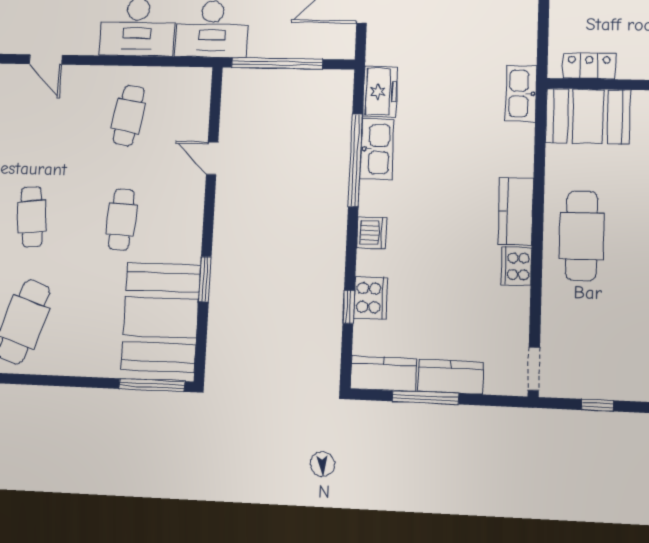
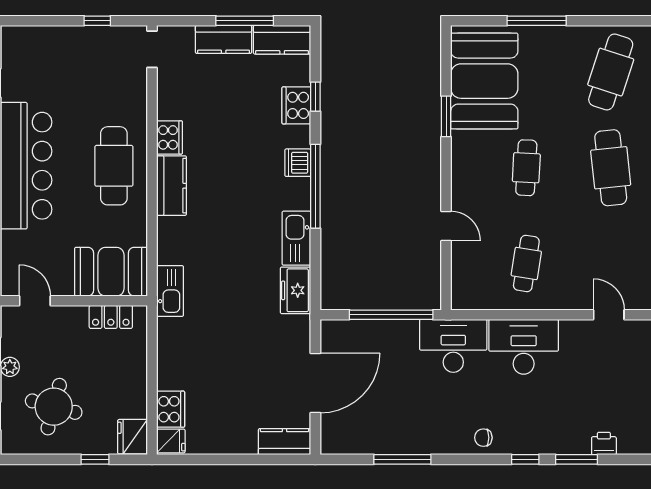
window: (355, 160) -> (315, 186), moved
cafe table: (32, 217) -> (611, 168), width x1.37, depth x1.35
window: (152, 385) -> (537, 21), moved

